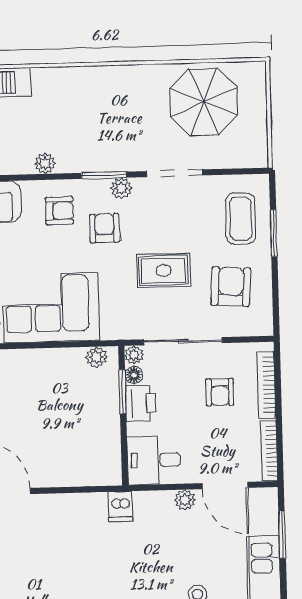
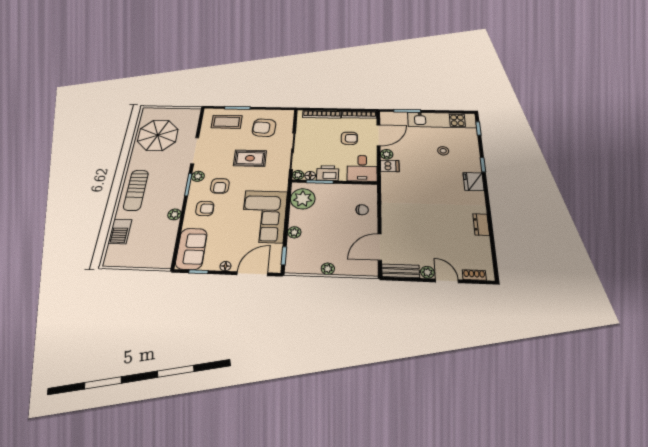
sun lounger: (88, 90) -> (136, 190), added
armchair: (59, 211) -> (205, 208), turned 90
armchair: (104, 228) -> (220, 186), turned -90
rug: (164, 271) -> (250, 158), turned 90
plant: (96, 357) -> (303, 199), width x1.88, depth x1.88
plant: (25, 359) -> (294, 232), added
armchair: (220, 392) -> (349, 138), moved
chair: (73, 463) -> (362, 210), added
dishwasher: (120, 507) -> (390, 166), moved

